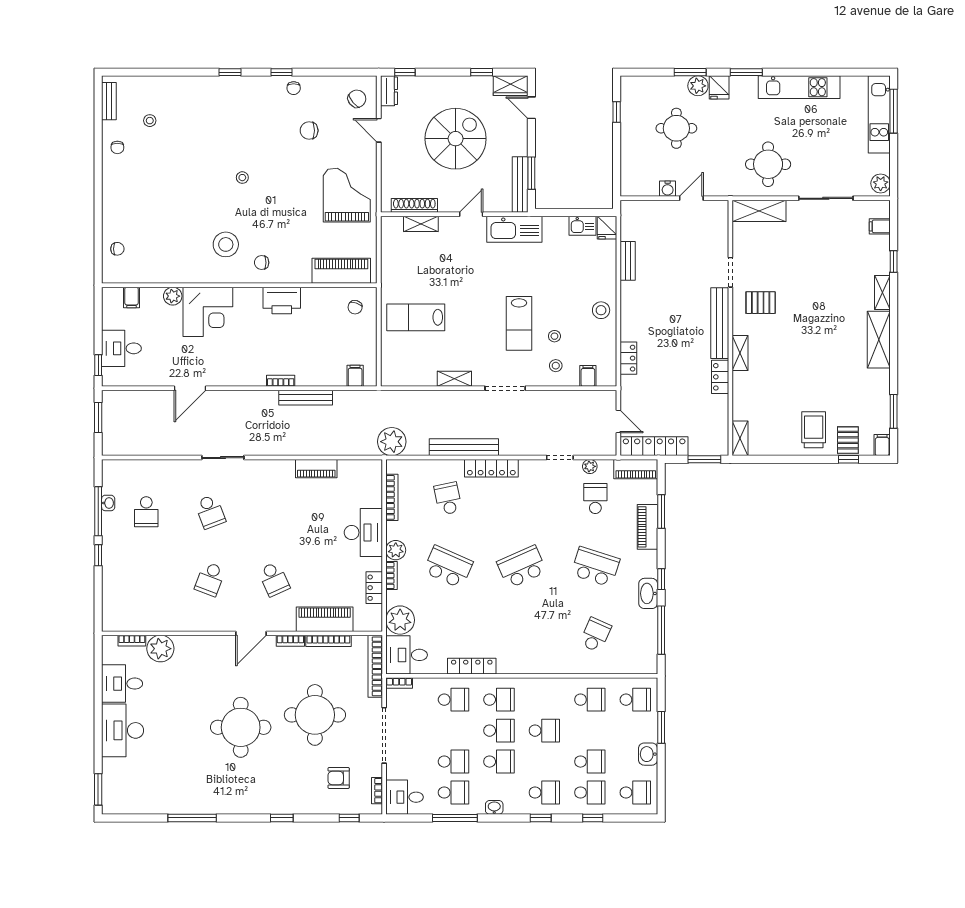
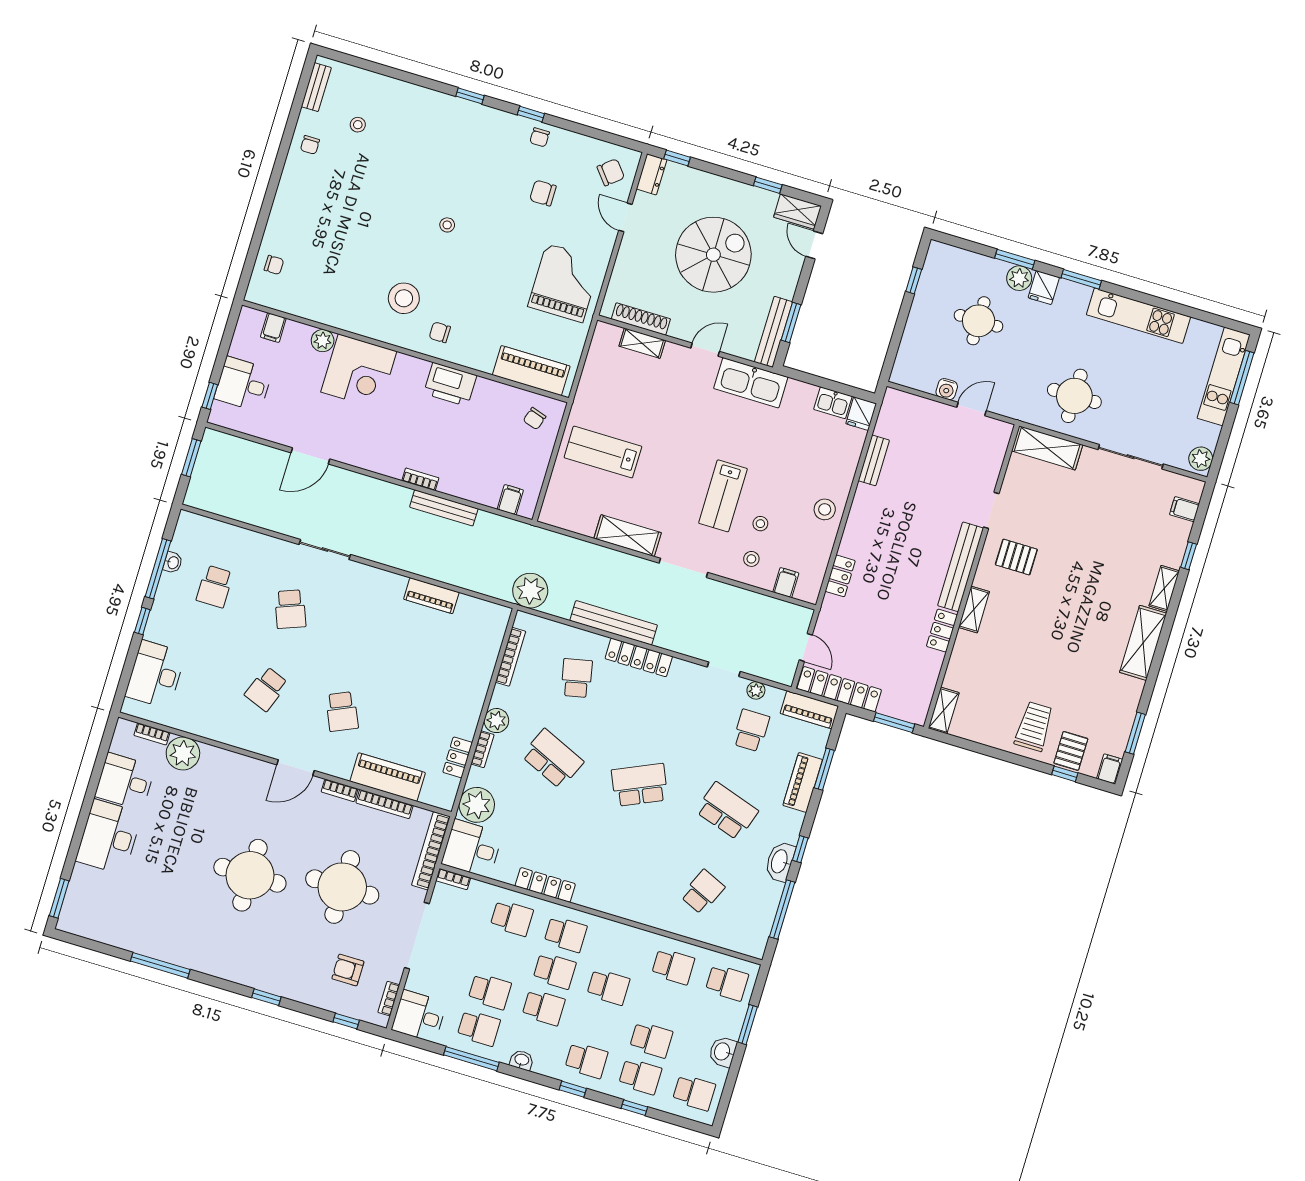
shelving: (454, 379) -> (628, 536), width x1.50, depth x1.33
desk: (363, 533) -> (155, 674), moved, turned 180

